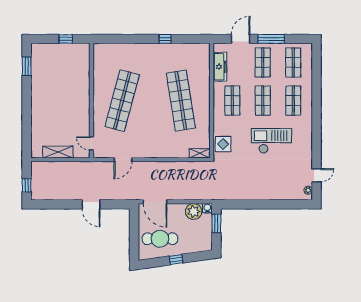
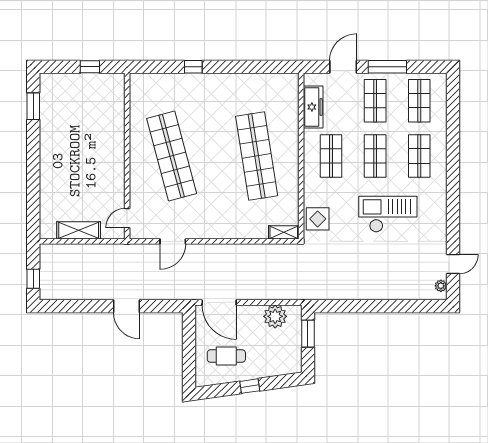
window: (165, 39) -> (193, 67), moved
shop shelf: (122, 101) -> (172, 156), turned -30
door: (91, 143) -> (127, 218), hinge flipped
water cooler: (207, 208) -> (295, 312), removed
cafe table: (160, 239) -> (226, 356), width x0.73, depth x0.74

